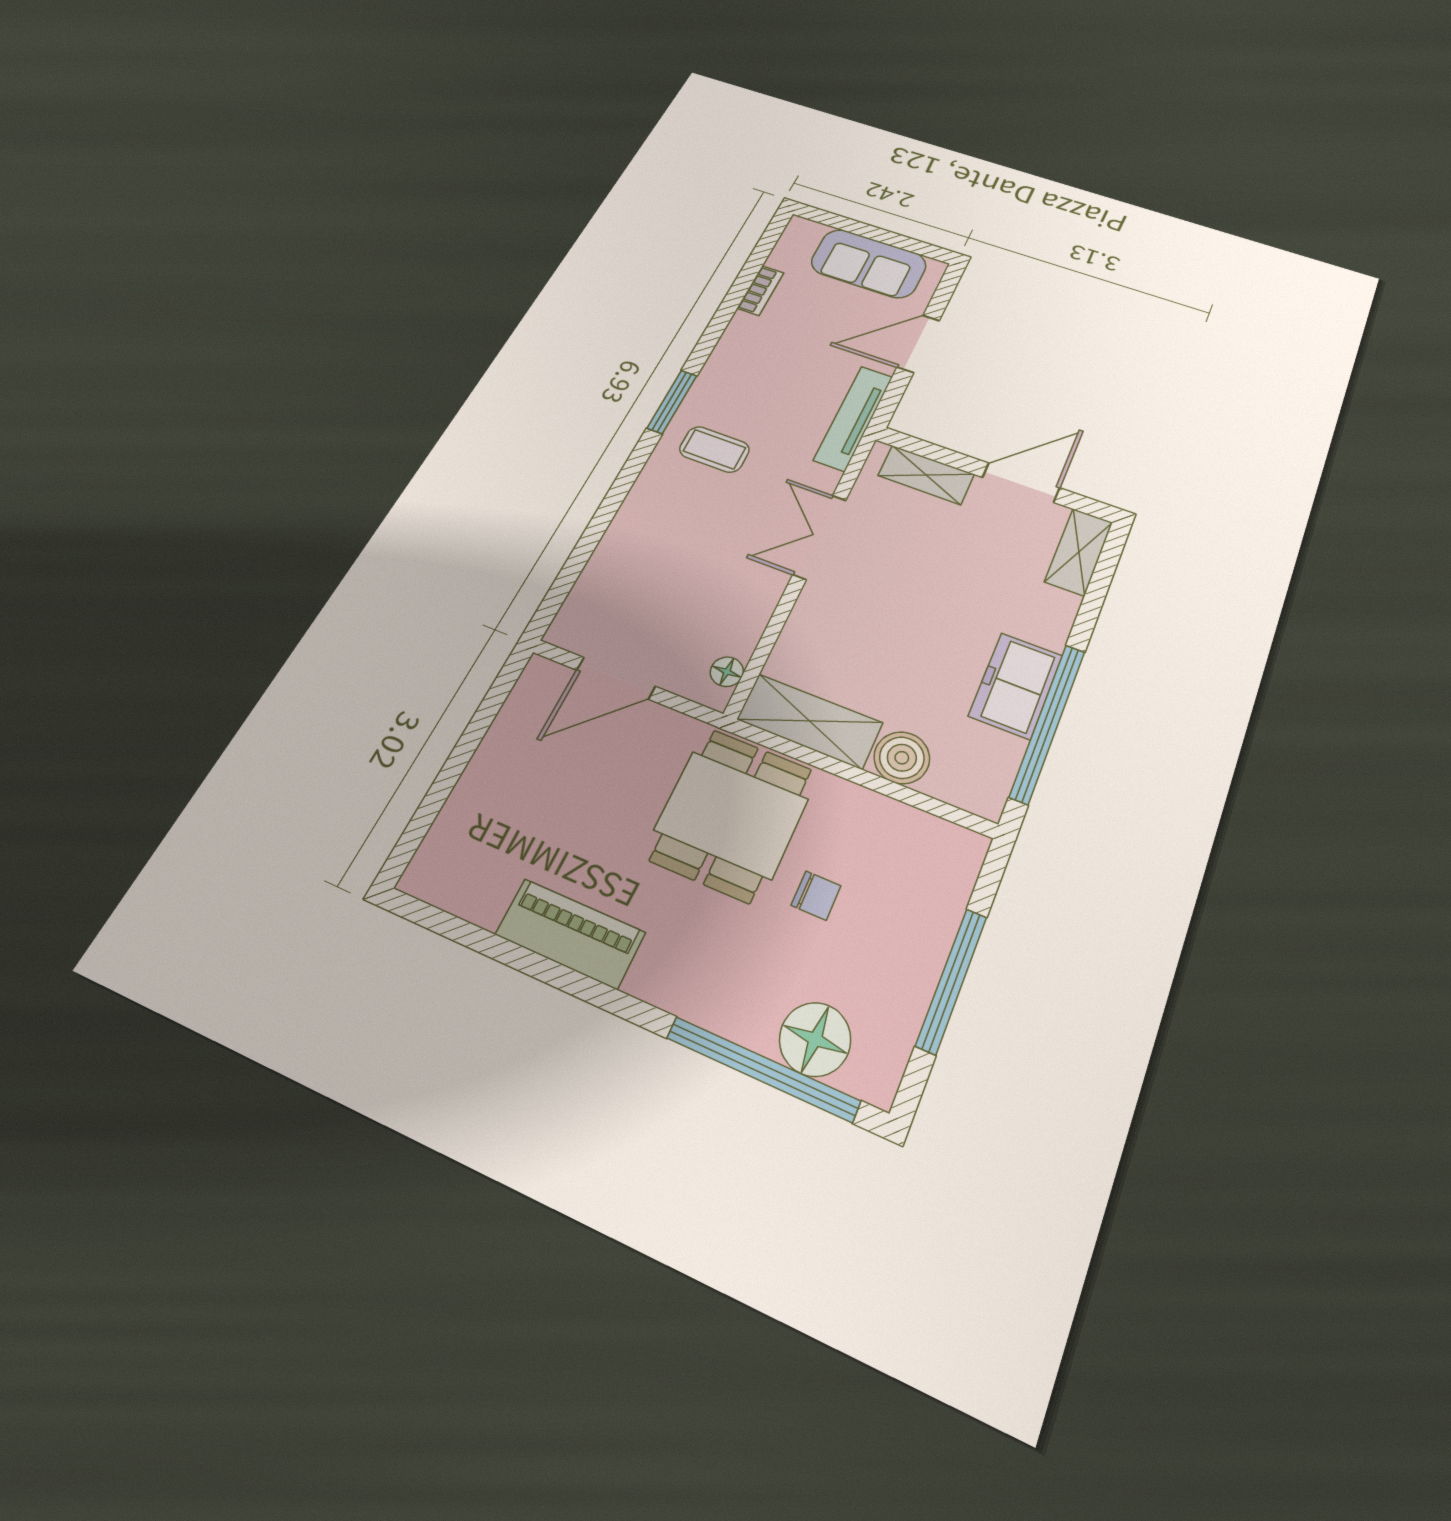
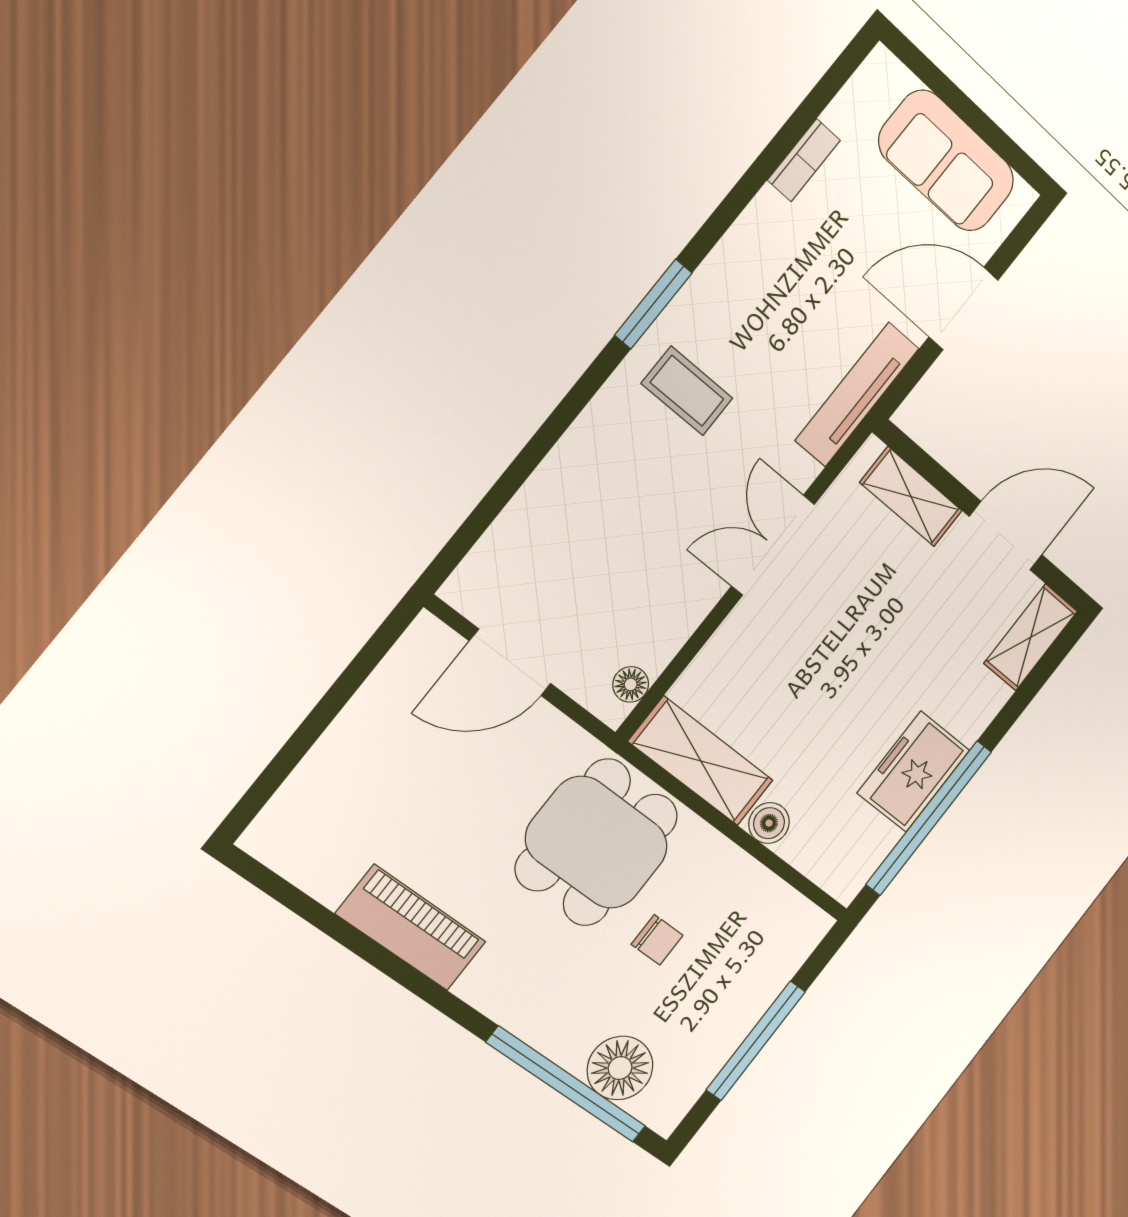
boiler: (902, 758) -> (769, 823), width x0.73, depth x0.73

